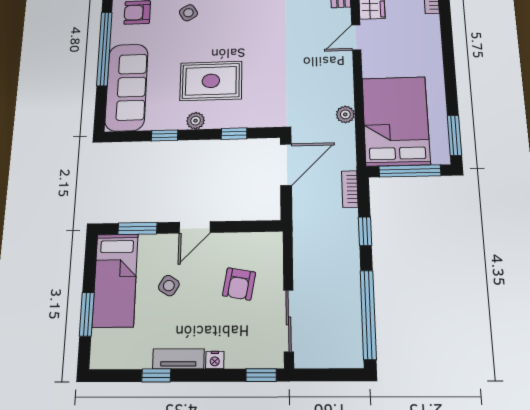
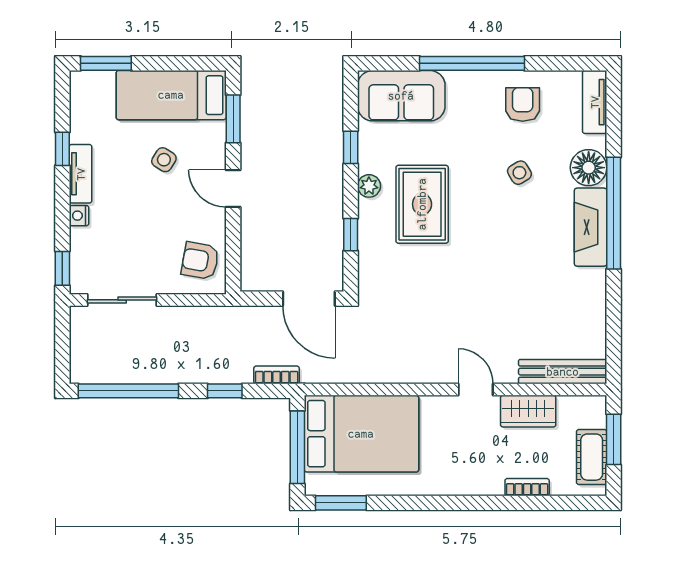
sofa: (127, 87) -> (401, 96), width x0.73
plant: (345, 114) -> (372, 373), removed
armchair: (239, 284) -> (200, 261), moved
window: (87, 314) -> (106, 63), moved

